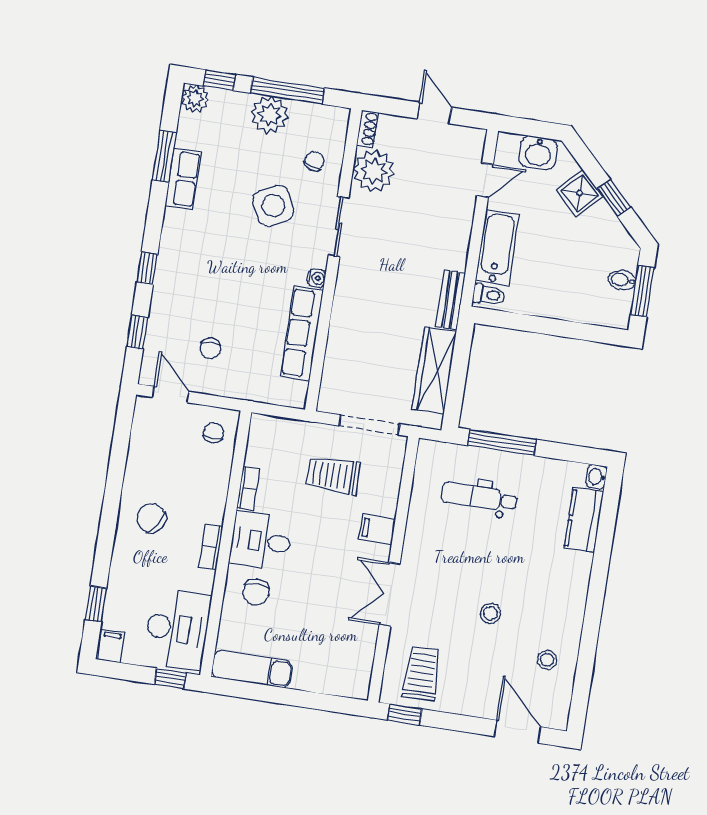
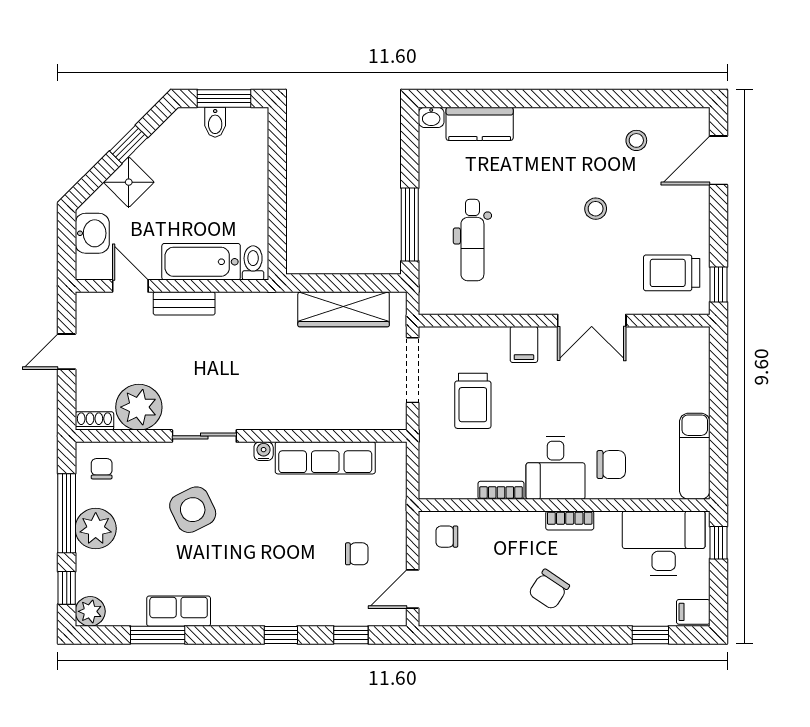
chair: (314, 161) -> (102, 469), moved, turned 75
bench: (450, 300) -> (184, 303), moved

